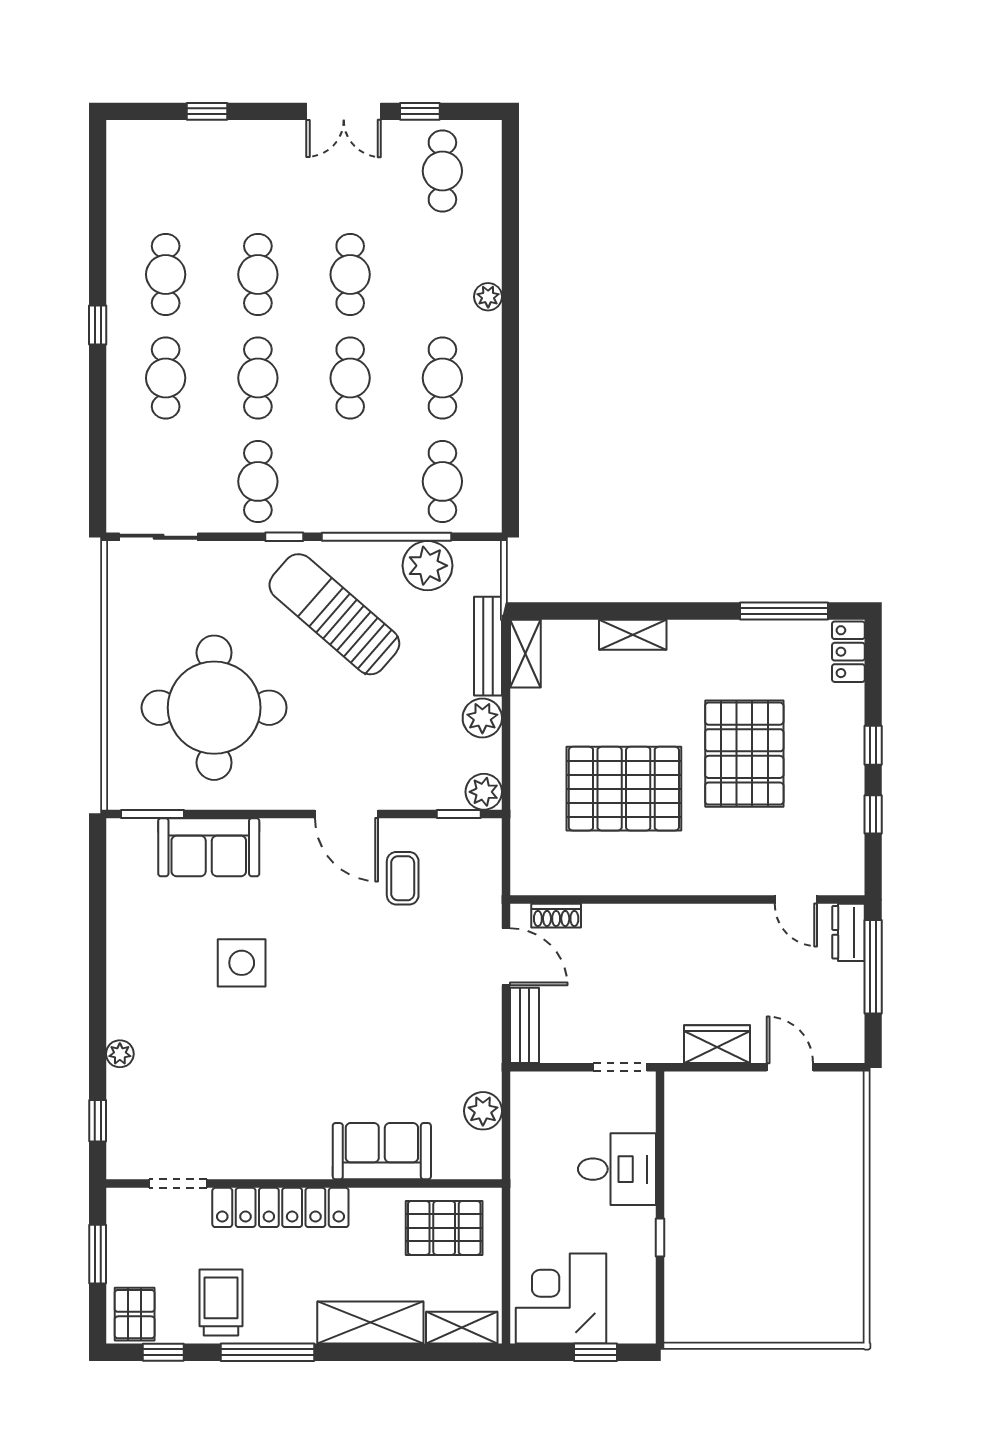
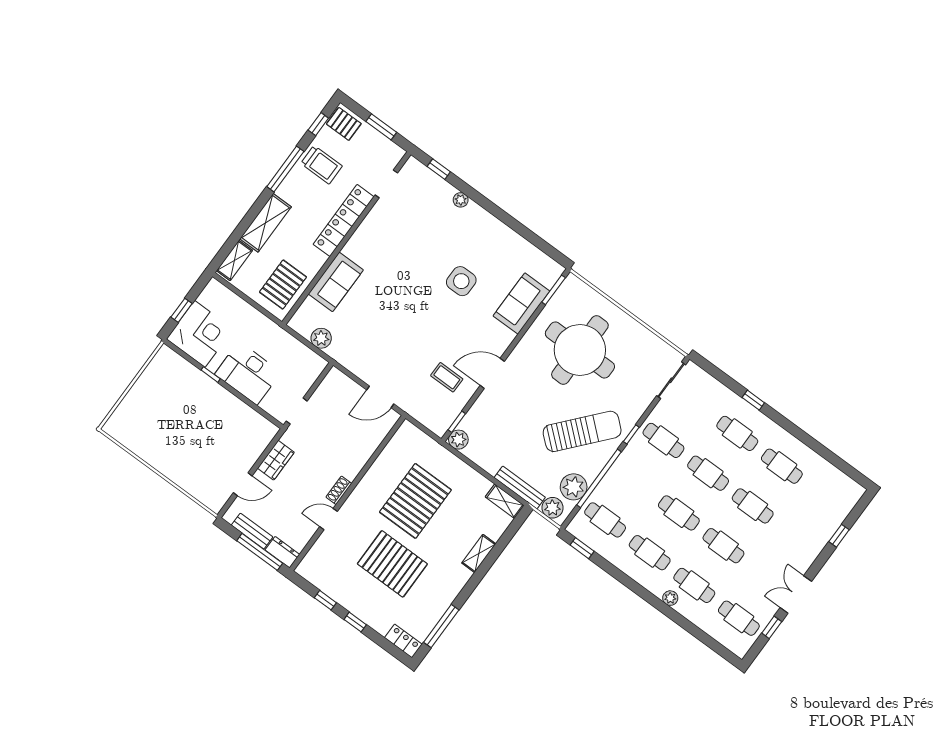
cafe table: (442, 274) -> (694, 585), added
window: (98, 325) -> (753, 400), moved
window: (510, 485) -> (582, 548), added
plant: (482, 718) -> (553, 508), moved
door: (796, 900) -> (329, 519), moved
shoe rack: (556, 916) -> (339, 490), moved
bench: (524, 1025) -> (252, 531), moved
desk: (617, 1169) -> (248, 373), width x1.37
corner desk: (561, 1299) -> (200, 334), moved

